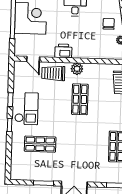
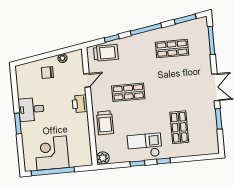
printer: (63, 51) -> (80, 104), moved
door: (33, 59) -> (87, 80), moved
plant: (77, 69) -> (103, 158), moved

